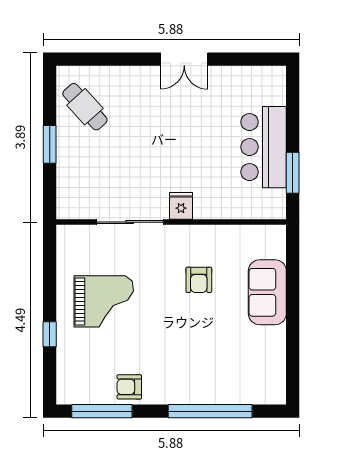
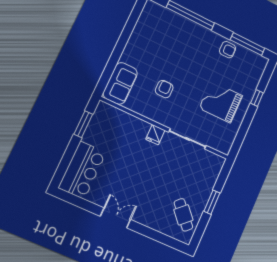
bar counter: (264, 147) -> (82, 170), moved
sofa: (267, 292) -> (120, 83), moved

